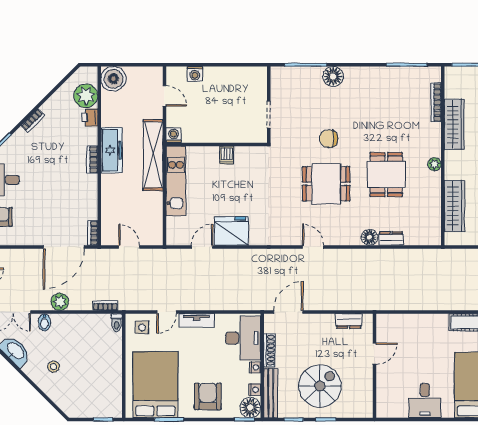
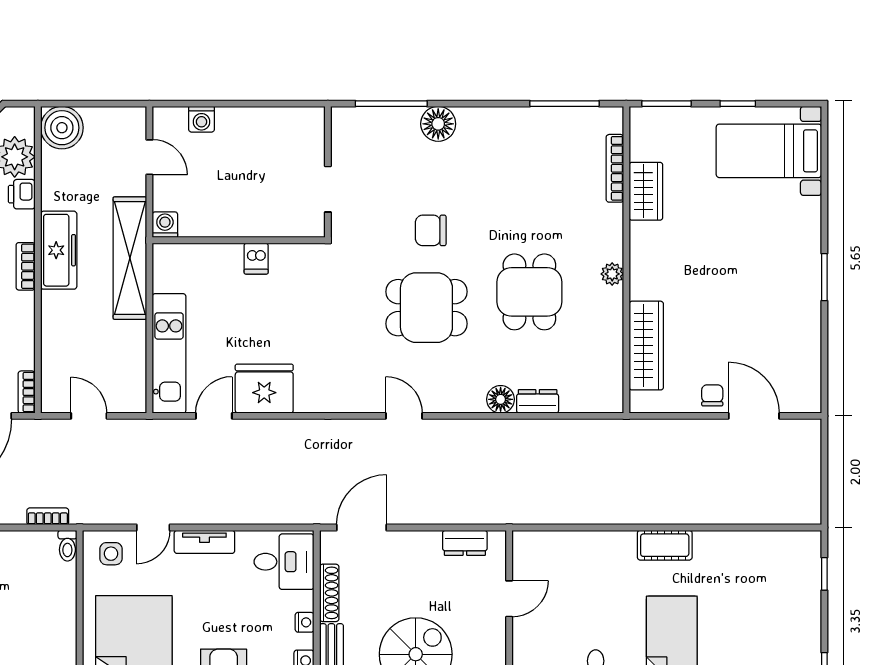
wardrobe: (454, 124) -> (646, 191), width x0.67
kitchen unit: (176, 181) -> (169, 353), moved
desk: (243, 338) -> (284, 562), width x0.73

